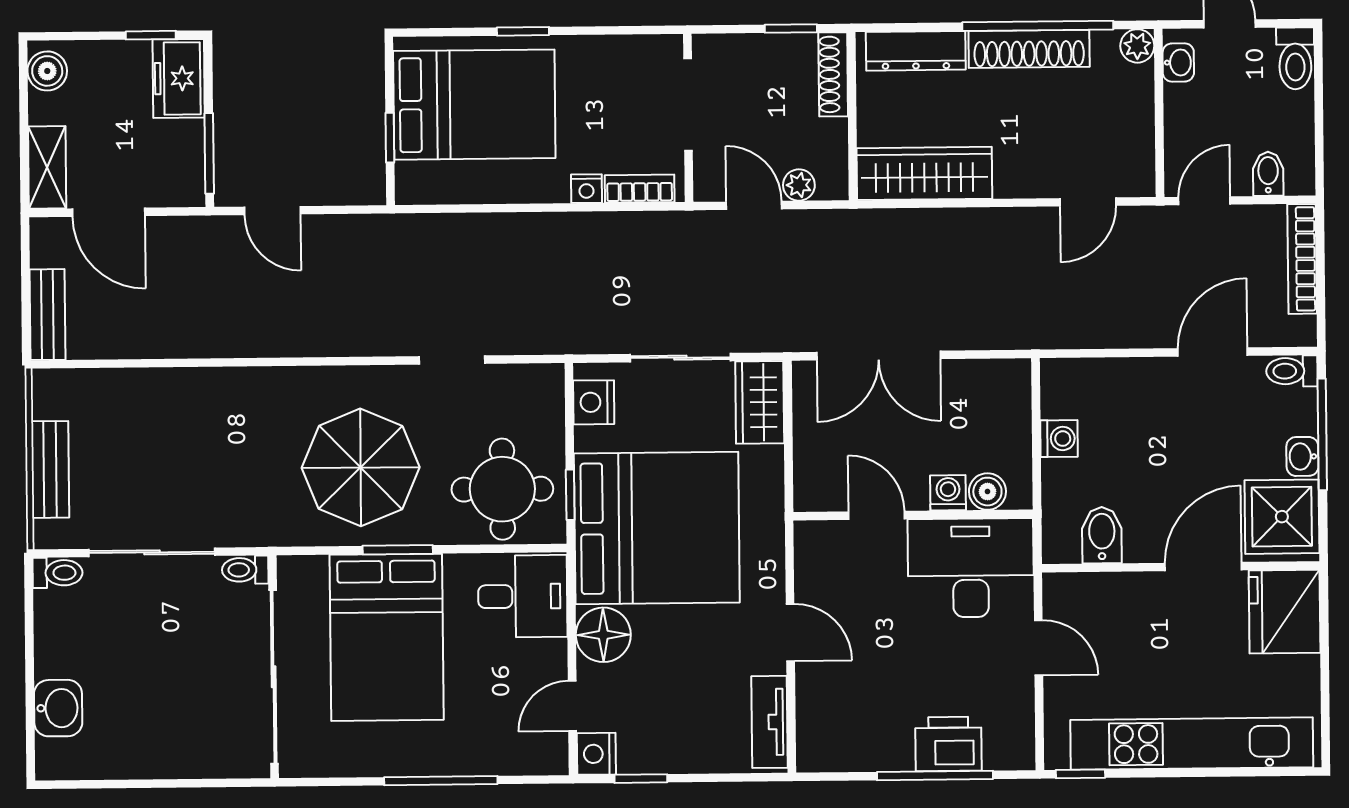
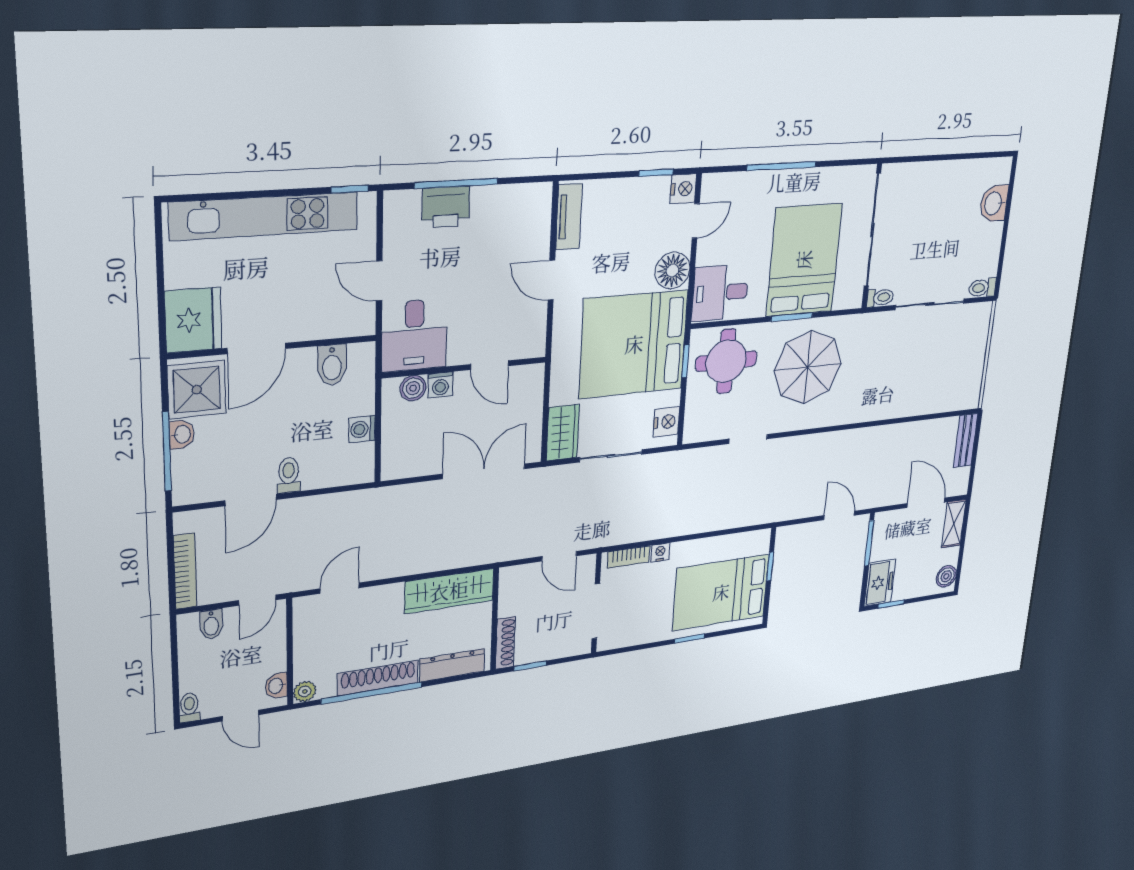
toilet: (1295, 58) -> (189, 707), width x0.73, depth x0.72
plant: (799, 185) -> (530, 573), removed
toilet: (1292, 371) -> (289, 475), moved, turned -90
bench: (50, 469) -> (977, 350), removed
desk: (971, 568) -> (414, 335), width x0.73

